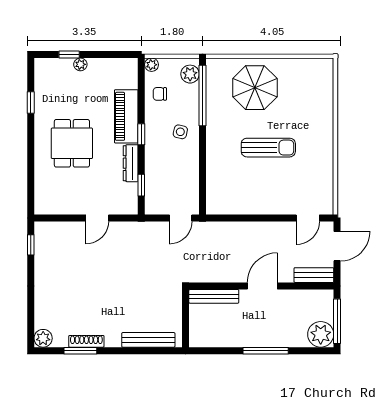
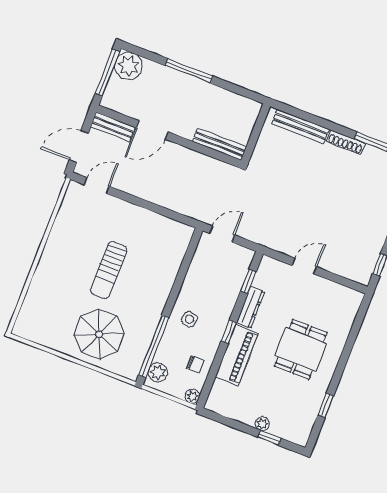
sun lounger: (268, 148) -> (109, 270), turned -90
door: (262, 286) -> (152, 130), moved
shoe rack: (86, 341) -> (346, 142), moved

